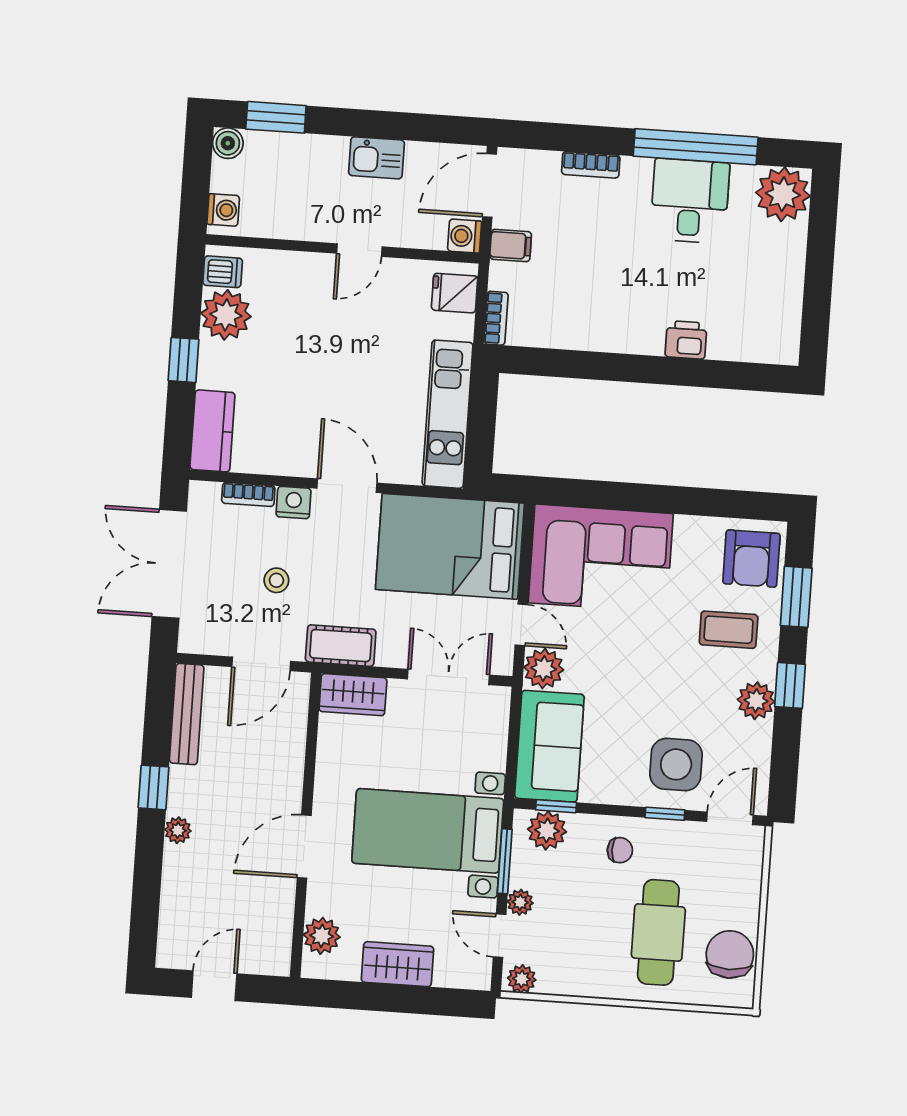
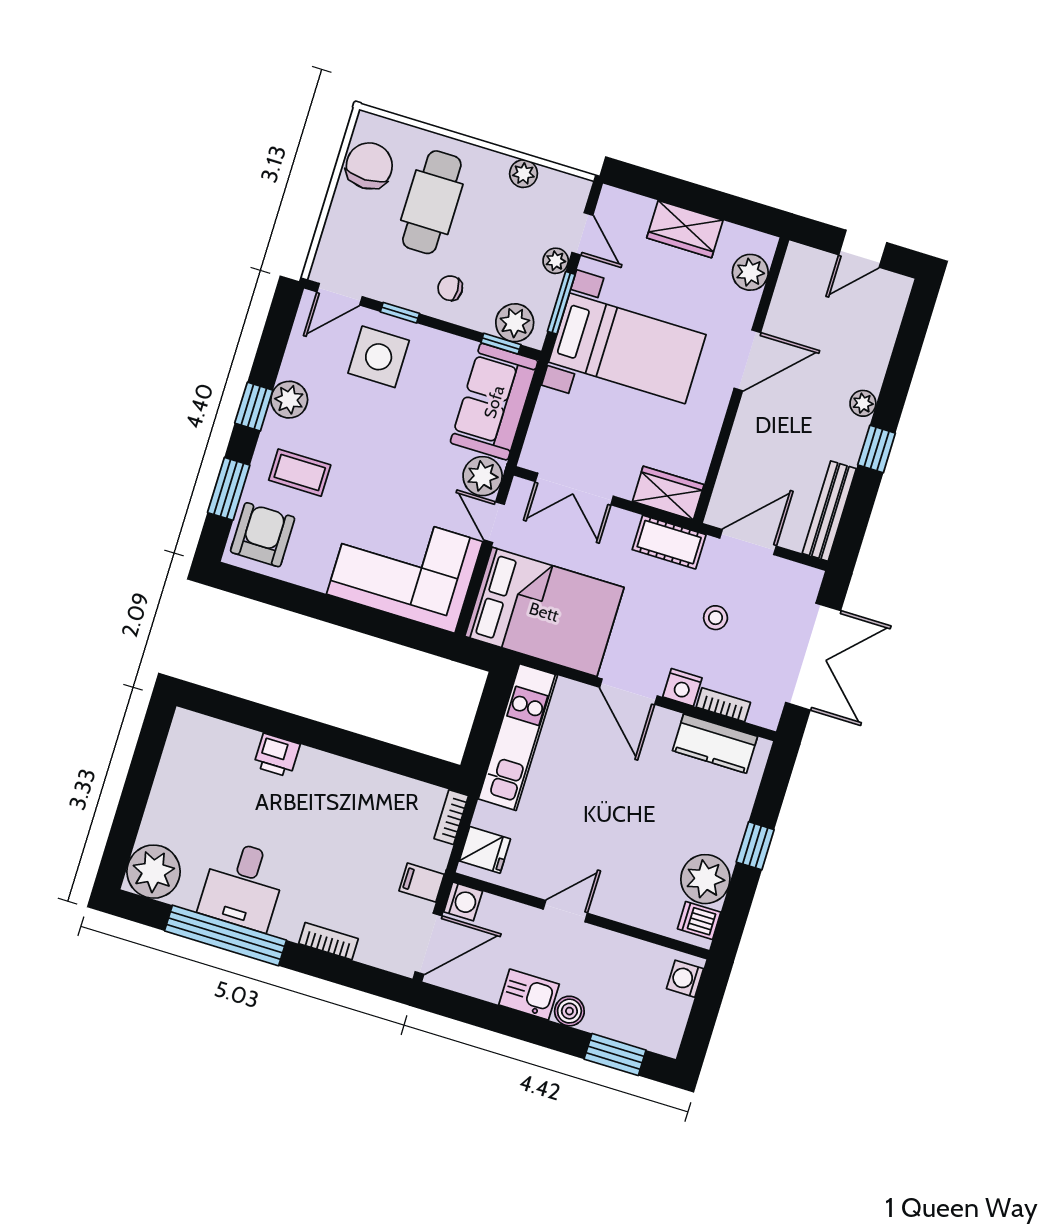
boiler: (228, 143) -> (569, 1011), moved
kitchen counter: (212, 431) -> (715, 744), moved, turned -90
chair: (730, 954) -> (369, 166), turned 180
plant: (522, 979) -> (524, 174), moved

